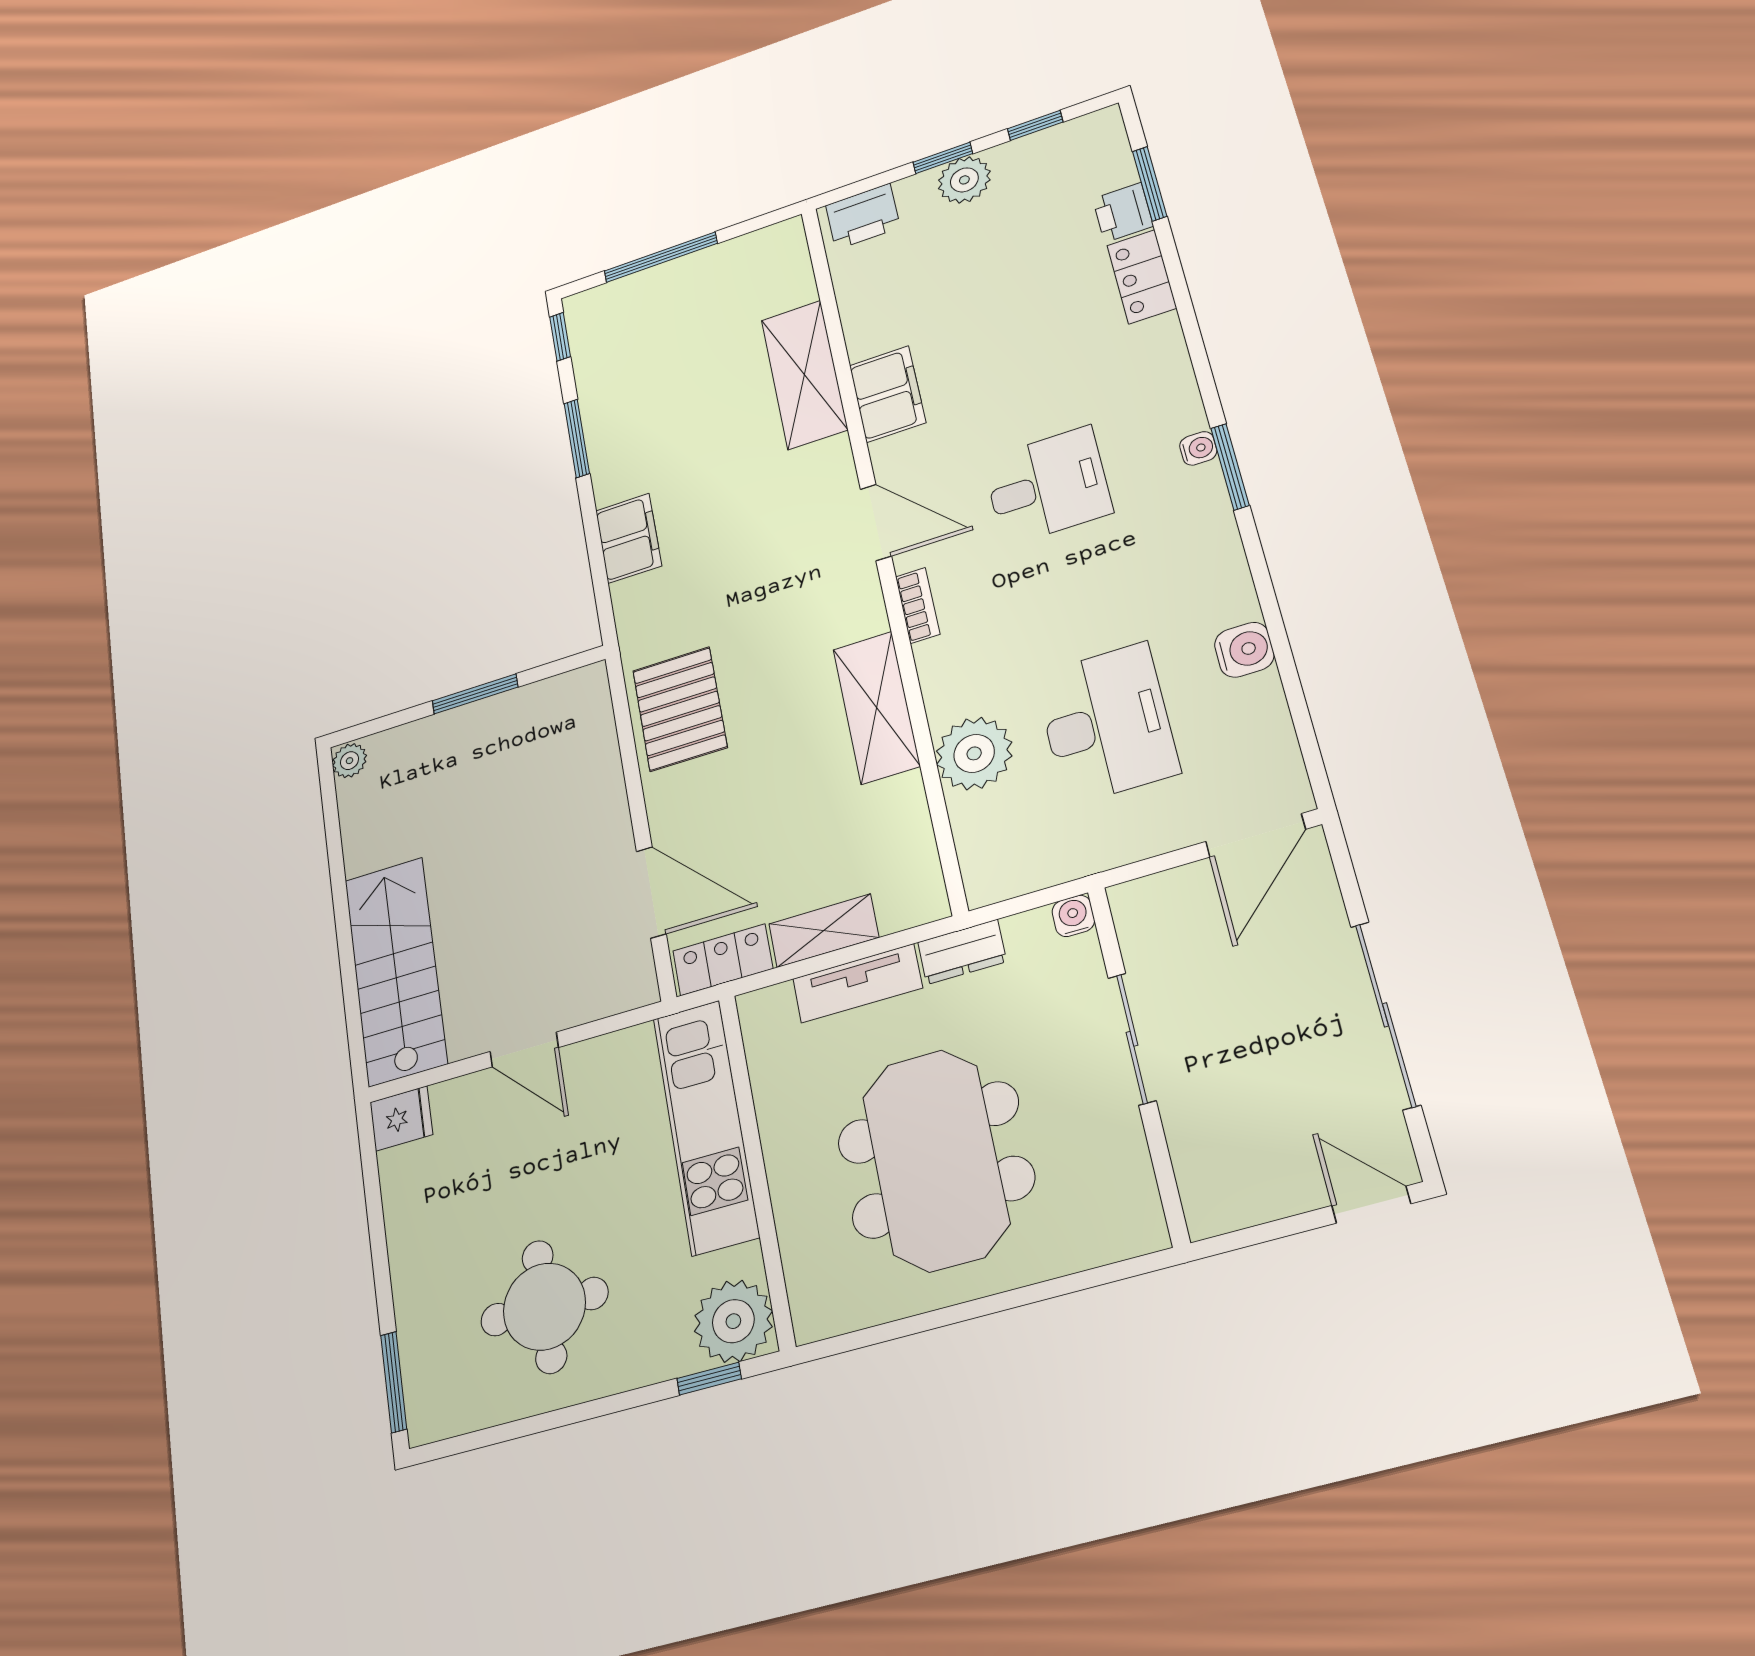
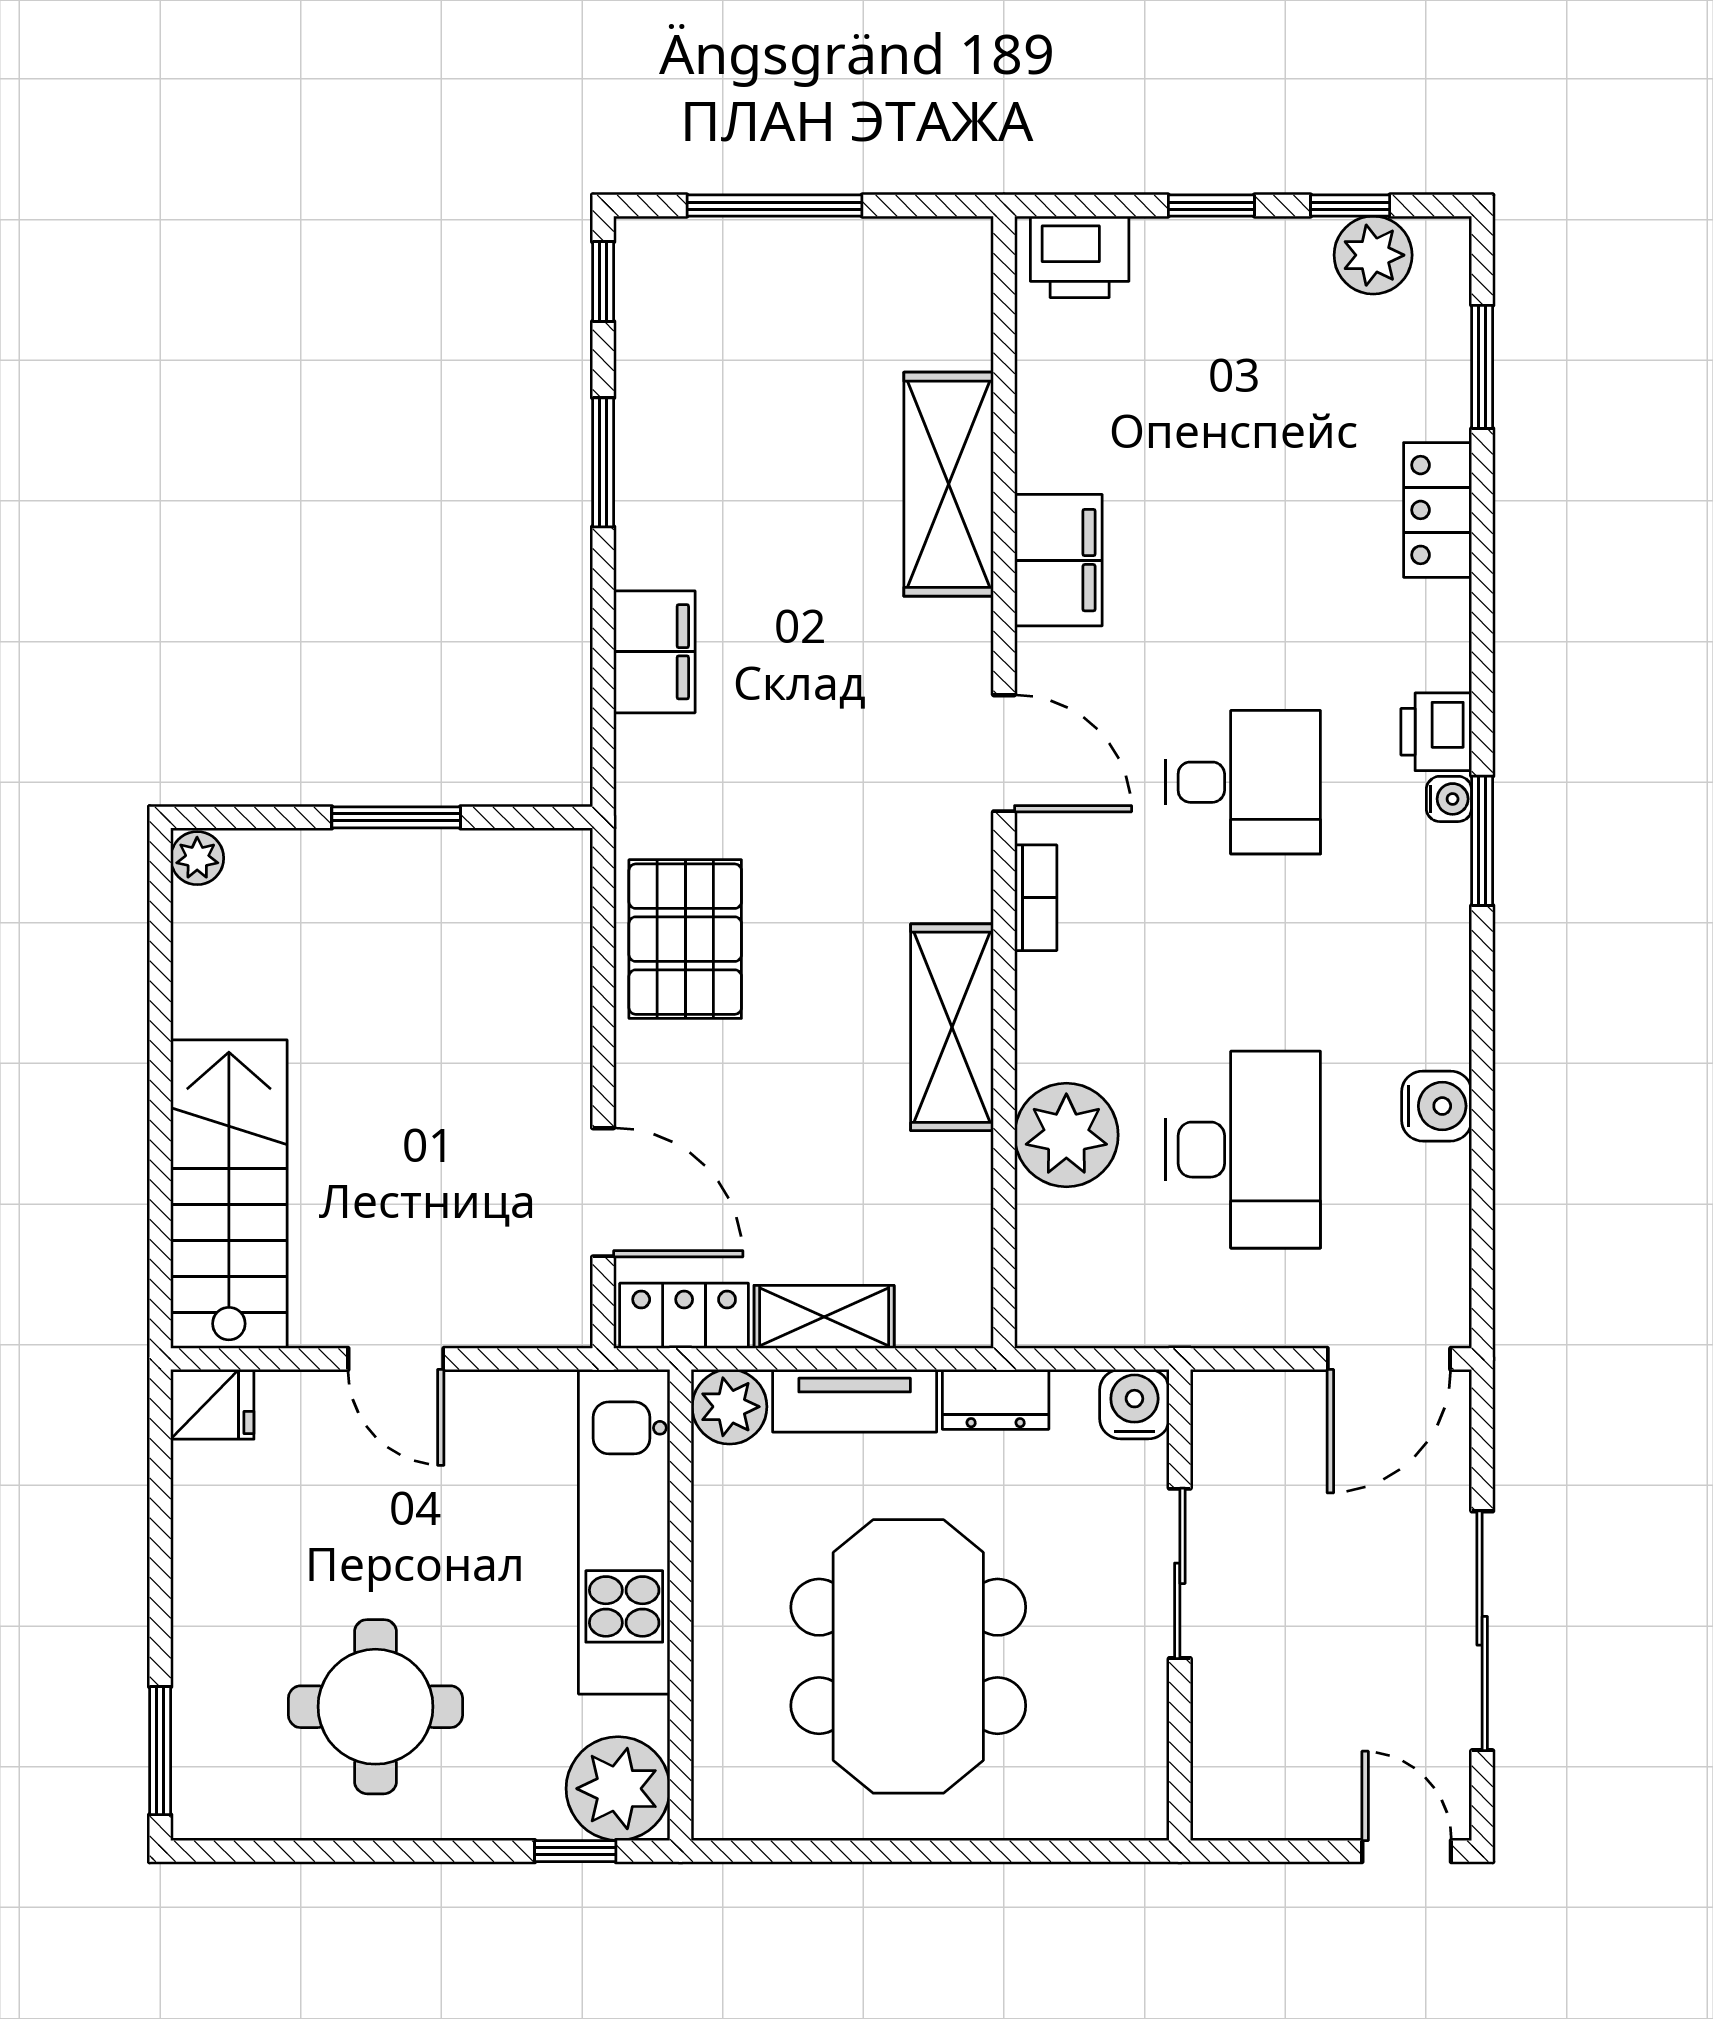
plant: (964, 180) -> (1373, 255), moved
printer: (1123, 212) -> (1436, 732), moved
water cooler: (1073, 916) -> (1134, 1404), width x1.38, depth x1.38
plant: (767, 1014) -> (730, 1407), added

